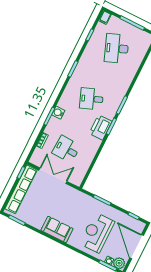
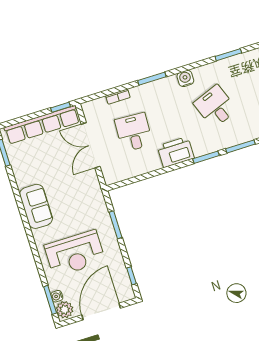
water cooler: (58, 113) -> (185, 78), moved
printer: (101, 127) -> (176, 152), moved
double door: (53, 176) -> (91, 145), swing flipped
reception desk: (97, 233) -> (75, 253), turned 180

